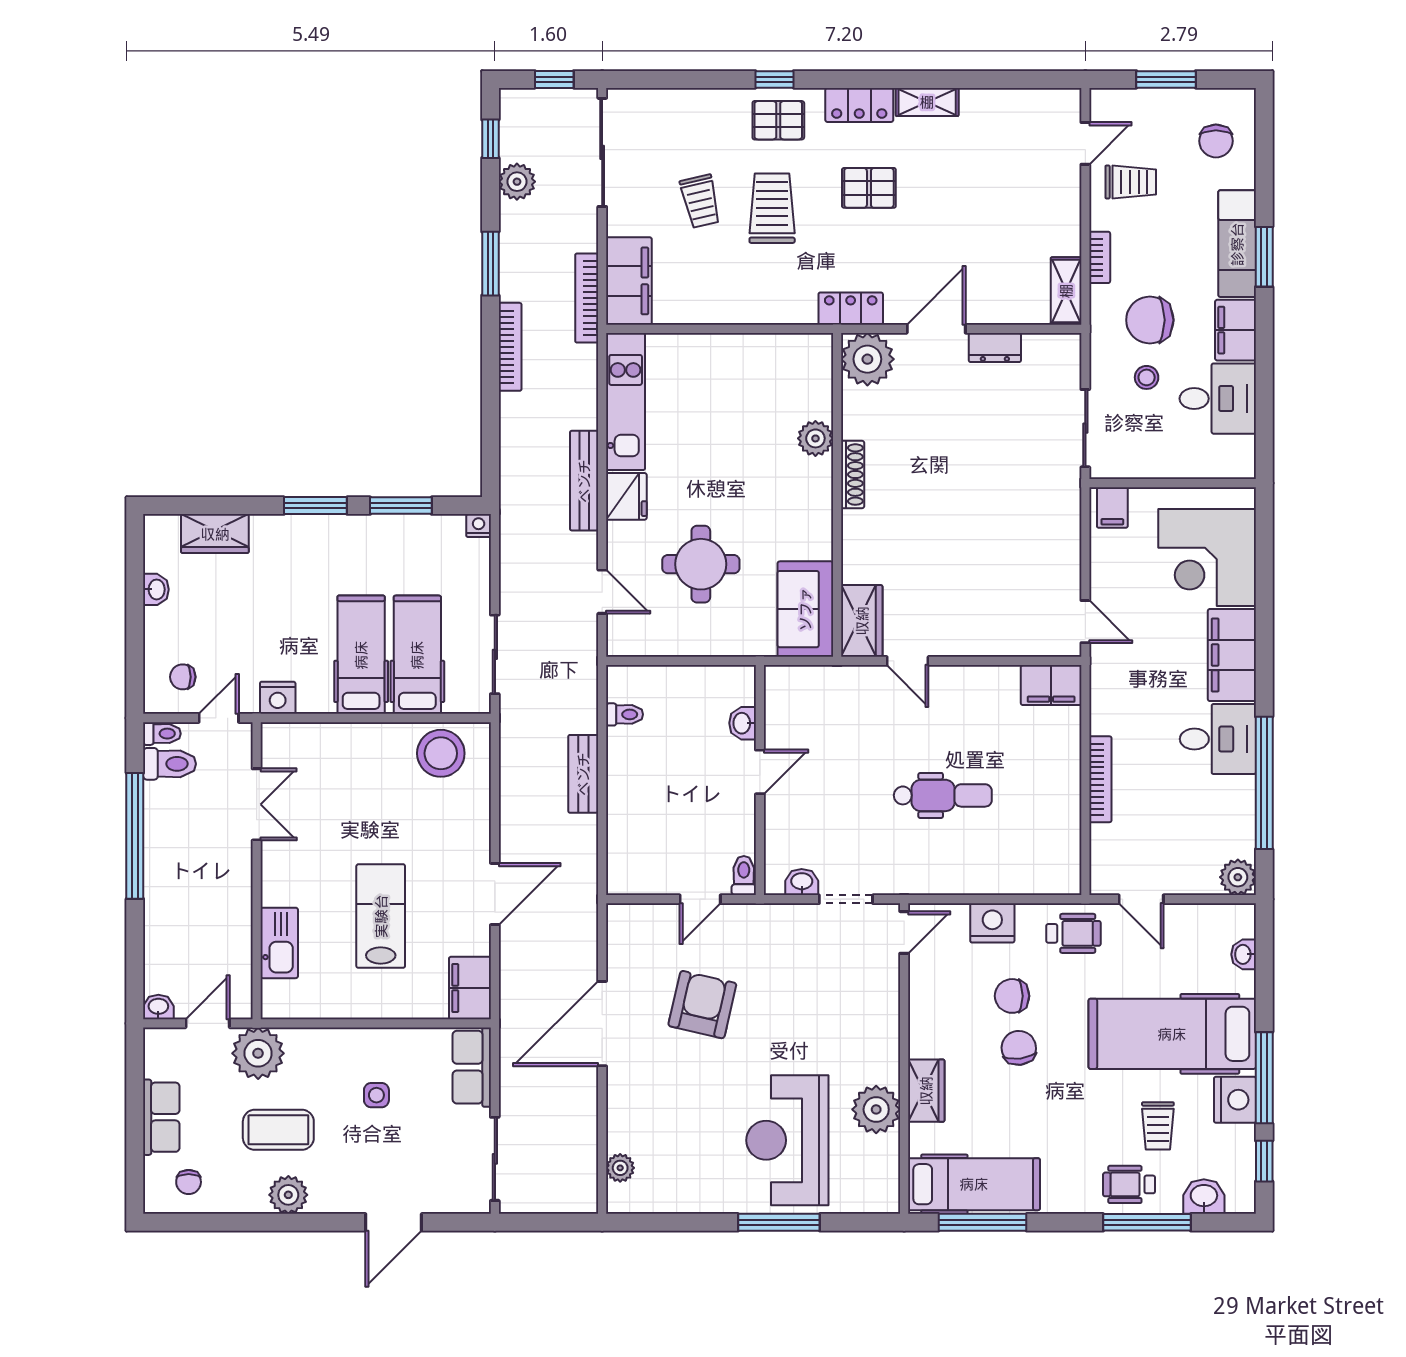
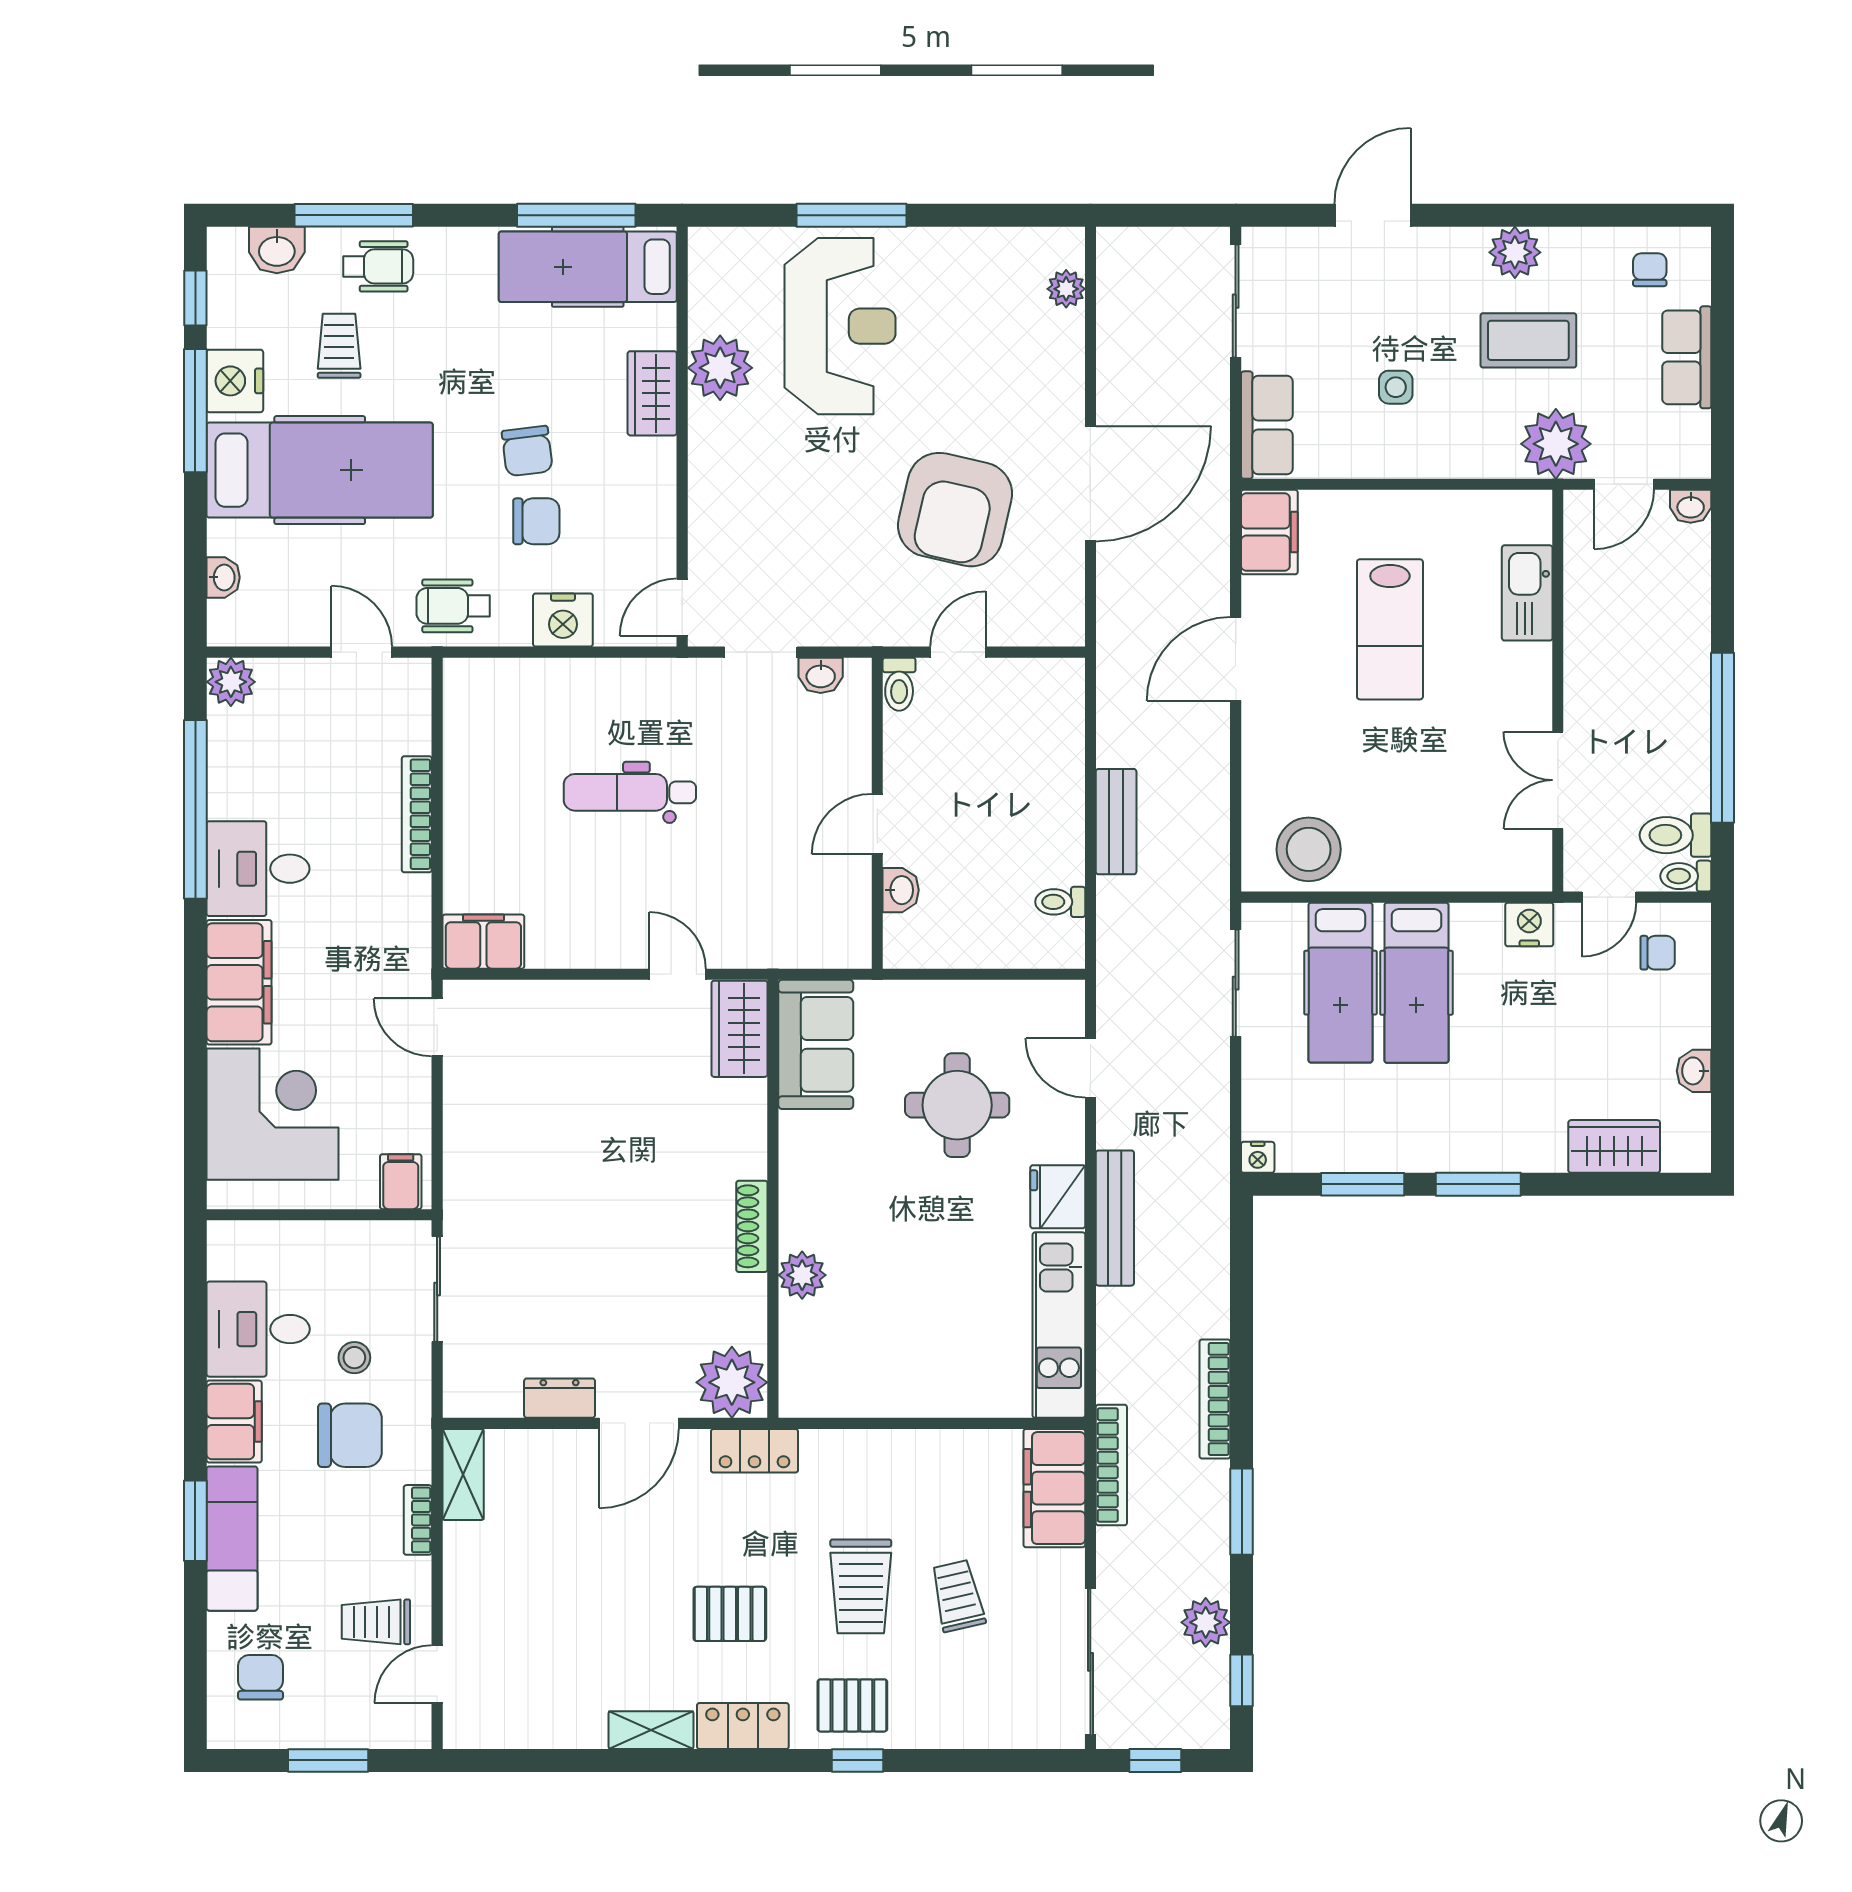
armchair: (702, 1005) -> (955, 510), width x1.36, depth x1.36

